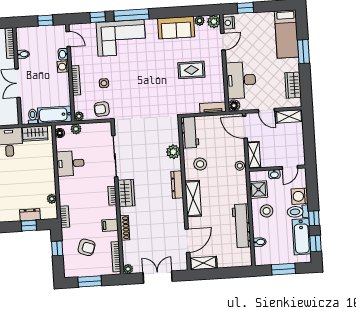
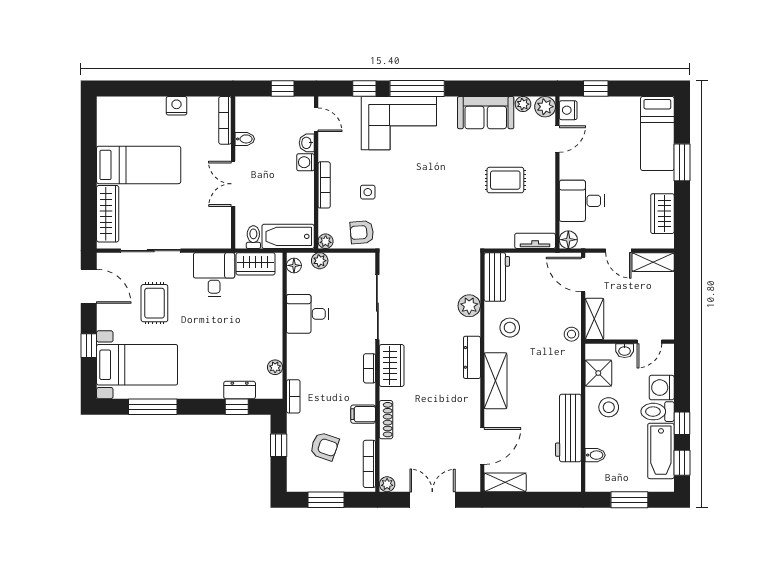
desk: (241, 80) -> (582, 201), width x0.73

